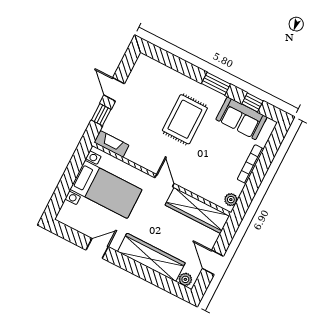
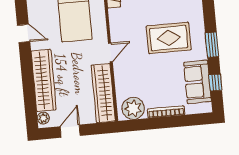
plant: (231, 200) -> (133, 108), width x1.88, depth x1.88

